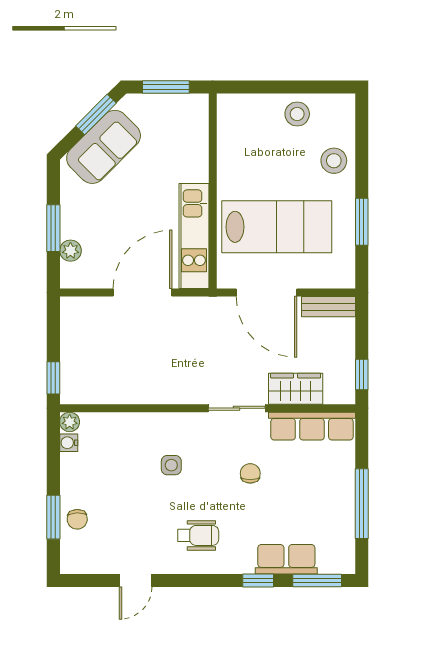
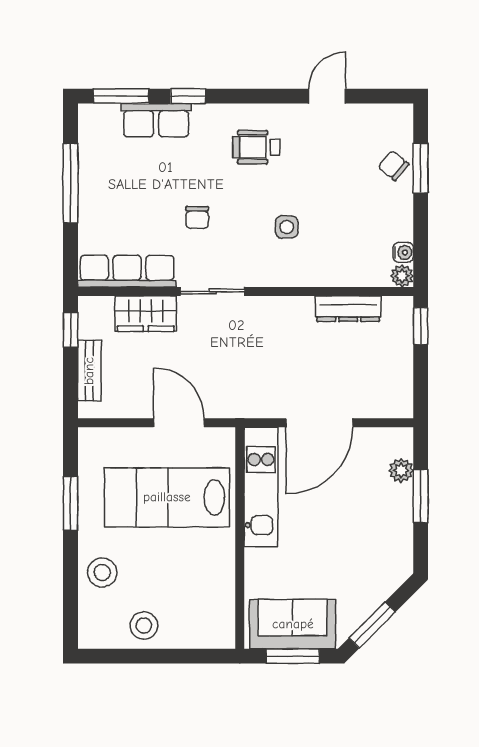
sofa: (104, 147) -> (293, 624), moved, turned 45
door: (266, 293) -> (179, 423), width x0.73
bench: (329, 307) -> (89, 371), moved, turned 90
dresser: (117, 393) -> (348, 309), added
chair: (77, 519) -> (393, 165), turned -49

